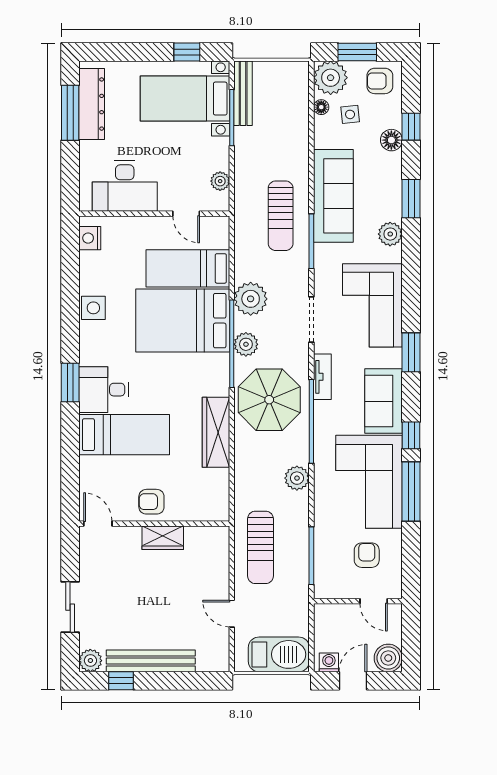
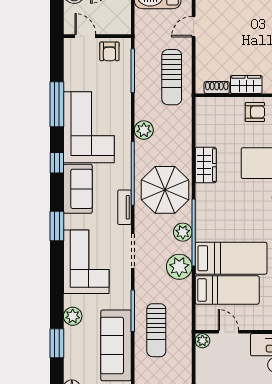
plant: (220, 181) -> (202, 341), moved
sun lounger: (281, 216) -> (156, 330), turned 180
bed: (183, 321) -> (231, 258), width x0.67
wardrobe: (216, 432) -> (206, 165), width x0.67
window: (411, 492) -> (57, 104), moved
shoe rack: (201, 534) -> (217, 88), added
sun lounger: (260, 547) -> (172, 77), turned 180
armchair: (367, 555) -> (109, 51), moved
door: (232, 614) -> (194, 27), swing flipped

